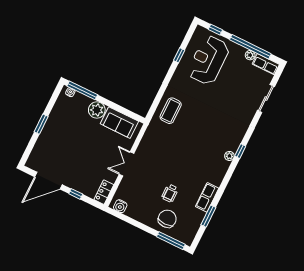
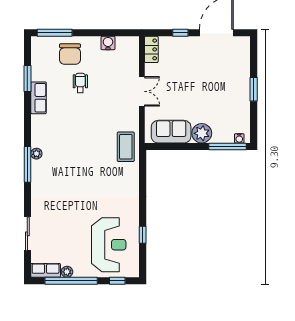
coffee table: (171, 111) -> (126, 147), moved
window: (240, 151) -> (27, 164), width x2.17
water cooler: (120, 206) -> (108, 43), moved

